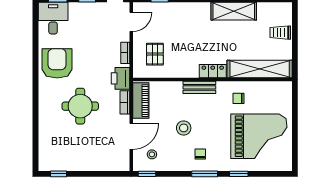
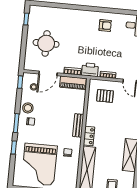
armchair: (57, 63) -> (105, 25), width x0.53, depth x0.53
round table: (80, 106) -> (46, 43), moved
stool: (184, 128) -> (28, 108), moved
door: (131, 136) -> (48, 73), hinge flipped

